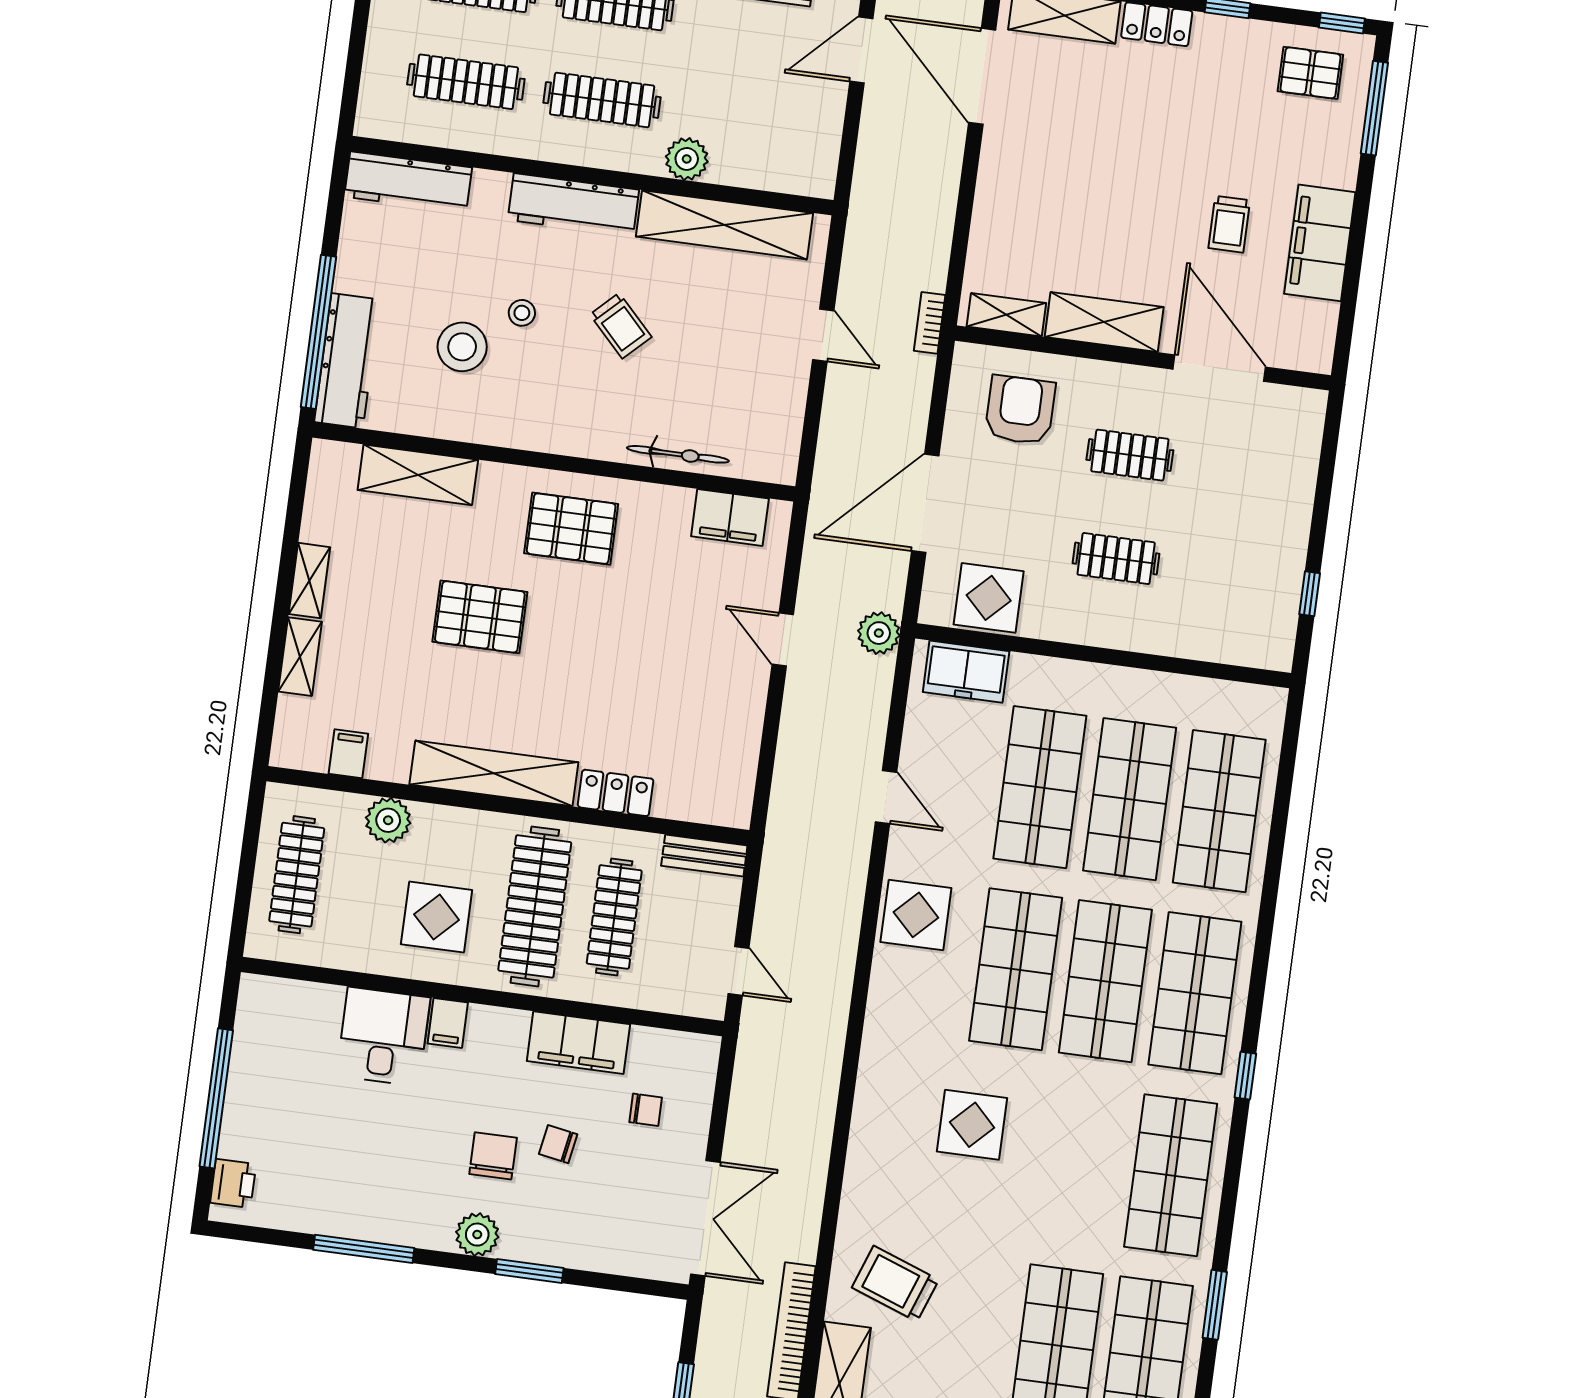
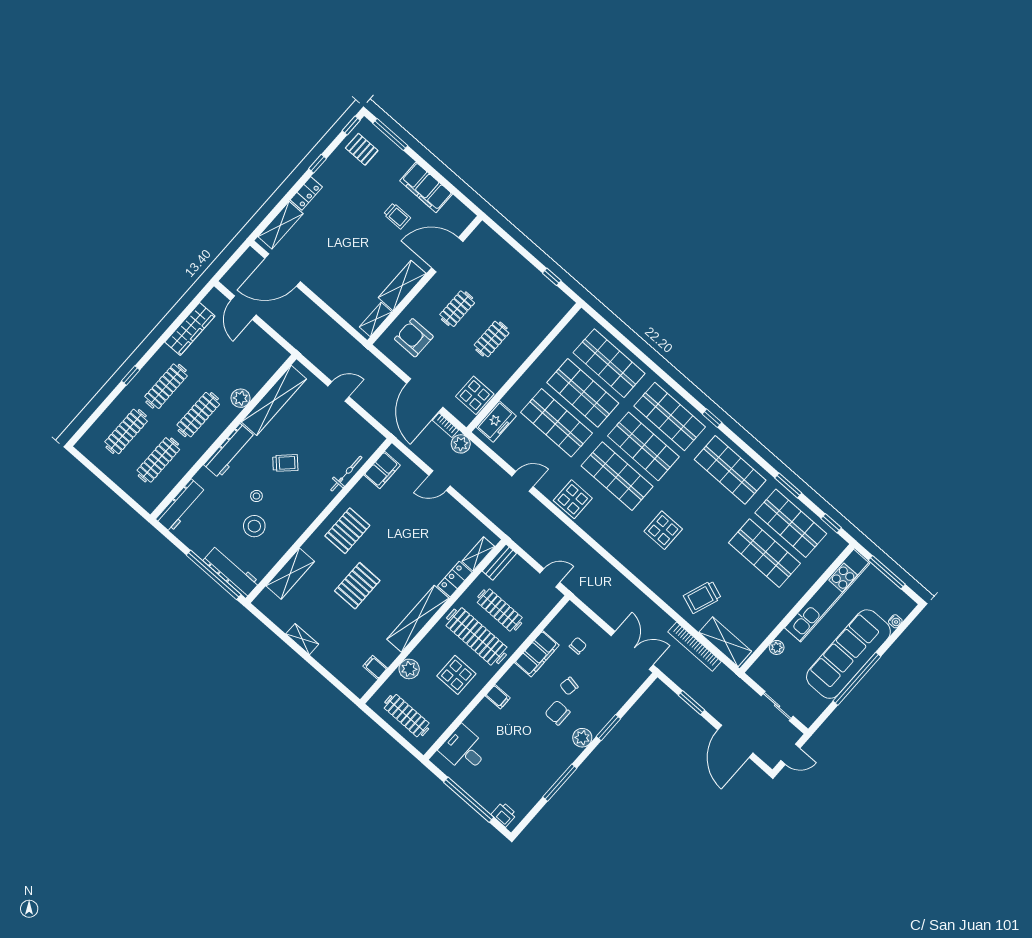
pallet: (1310, 73) -> (362, 149), turned 90
bookcase: (930, 323) -> (446, 425), moved
shelving: (300, 657) -> (478, 554), moved, turned 90
desk: (383, 1036) -> (464, 750), moved

